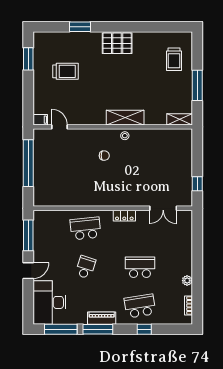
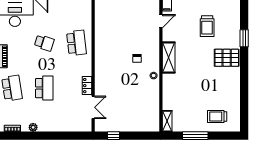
pallet: (117, 43) -> (227, 58), moved, turned 90
shelving: (125, 118) -> (169, 58), moved
double door: (163, 208) -> (93, 107), swing flipped
locker: (124, 216) -> (87, 86), moved

